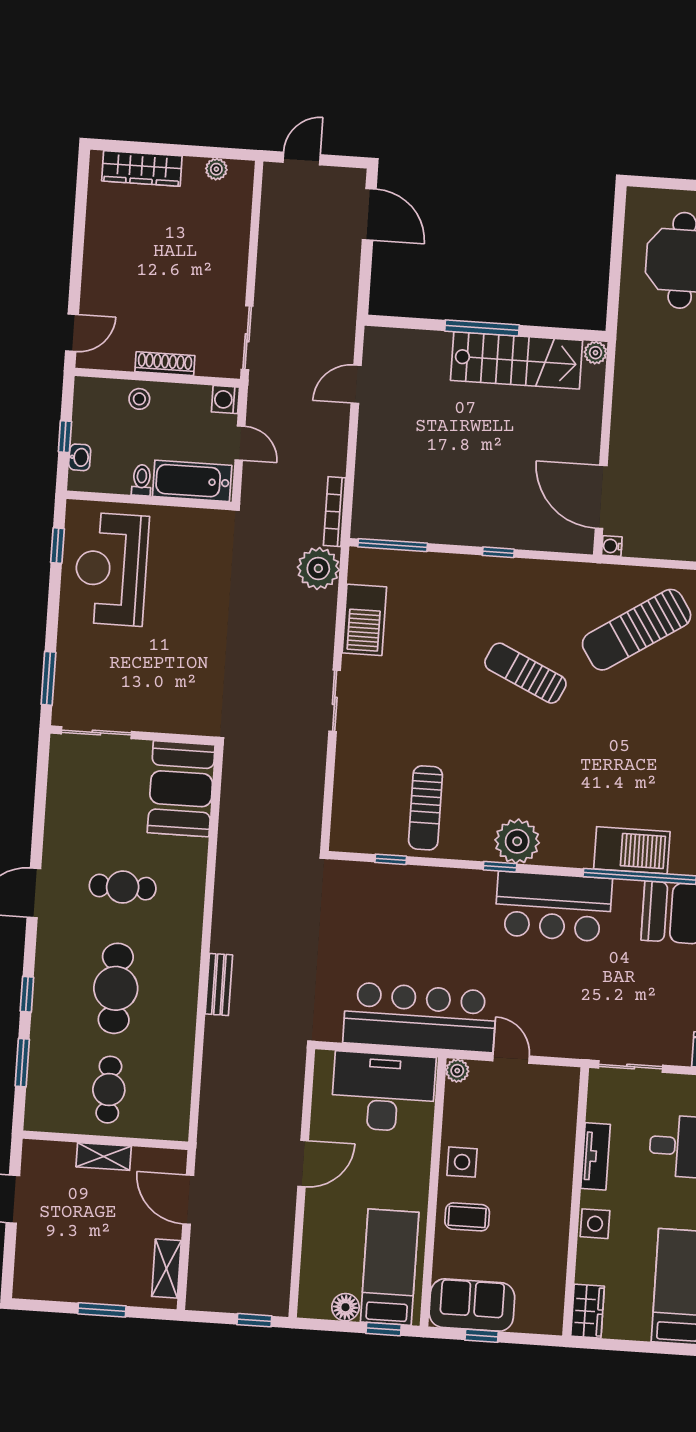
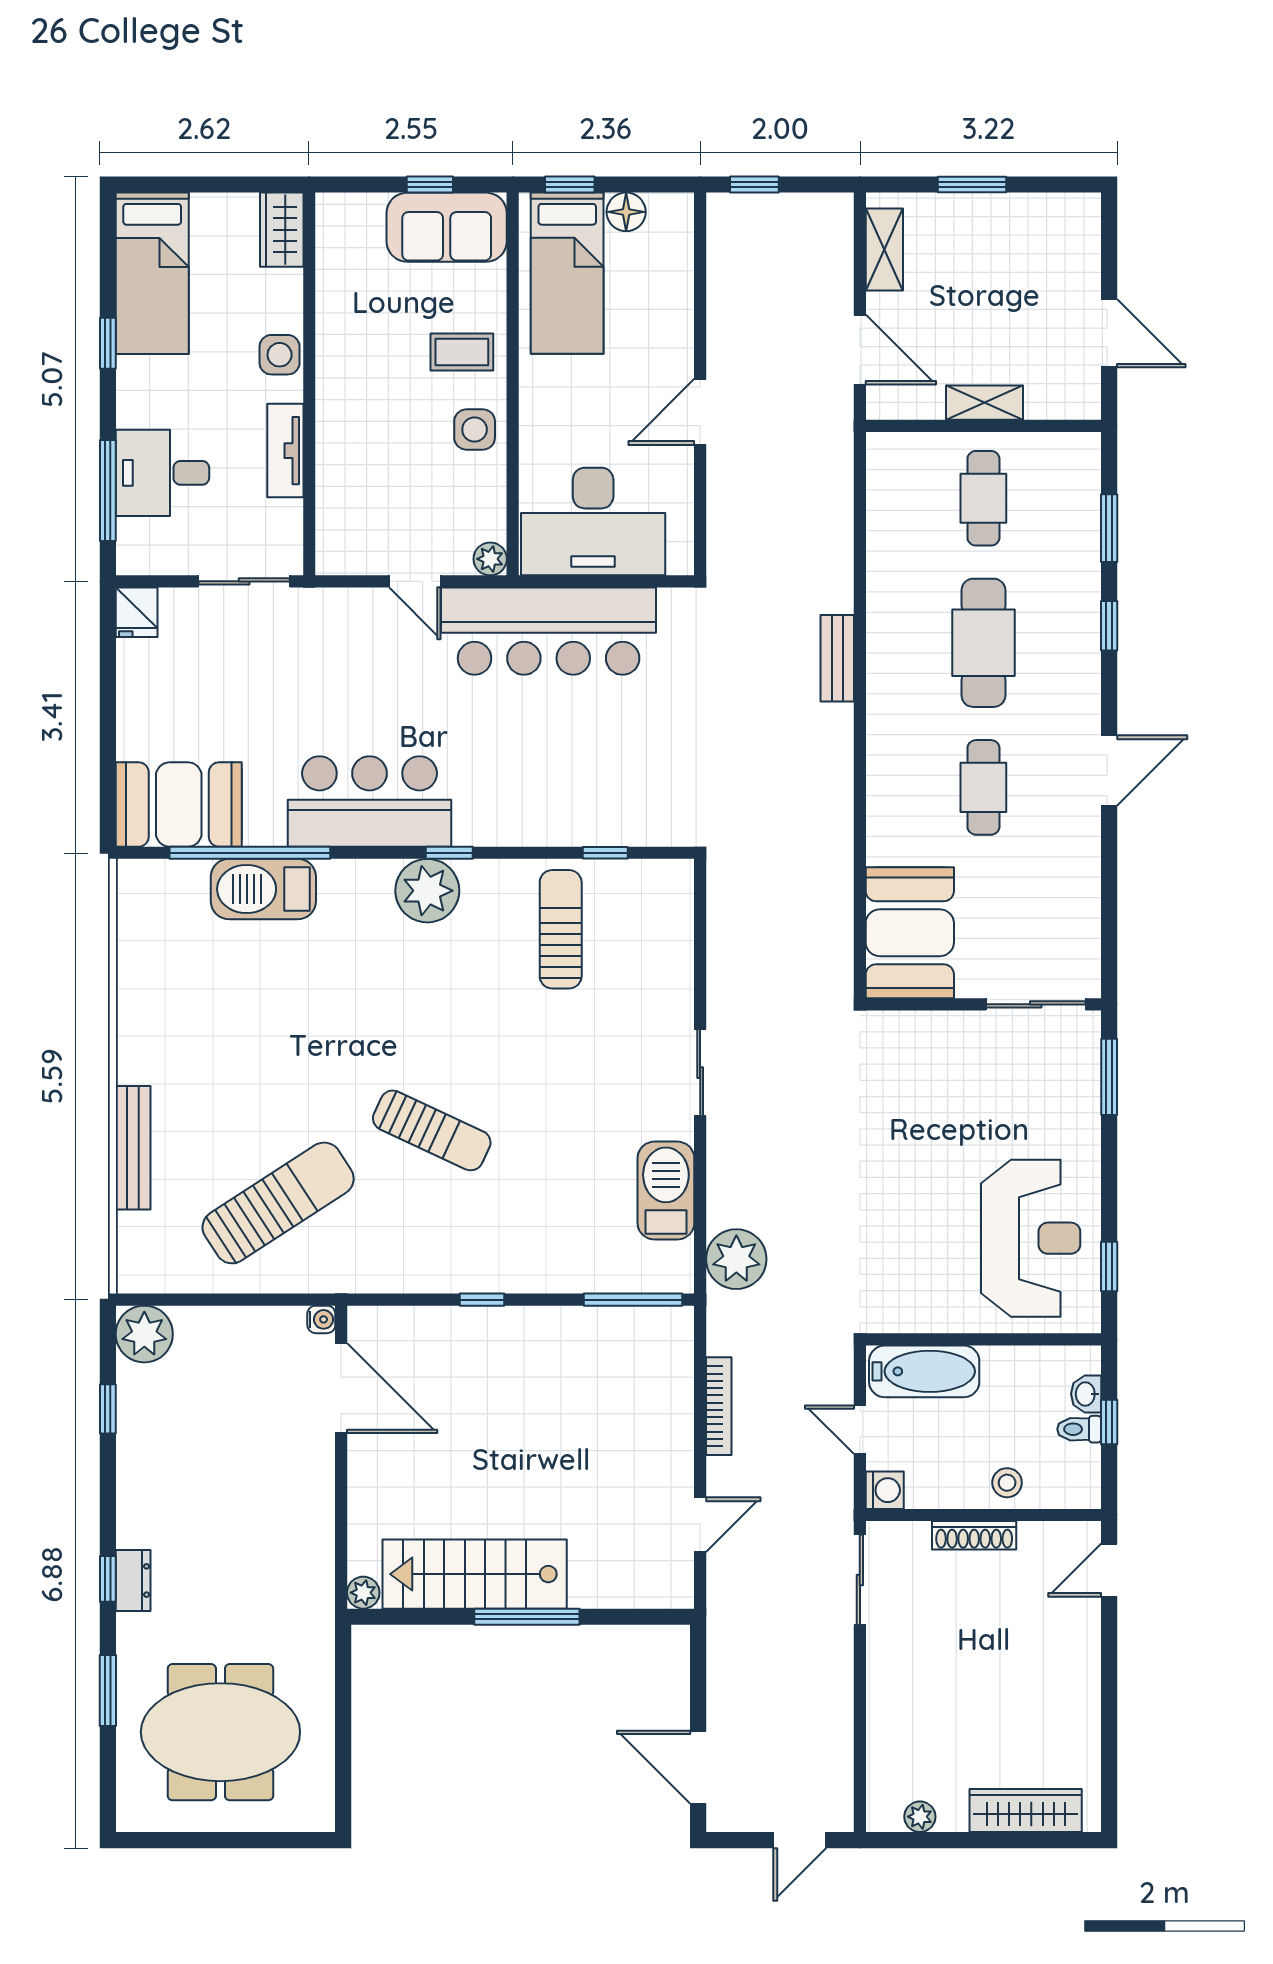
toilet: (142, 480) -> (1079, 1429), moved, turned 90
bookcase: (334, 512) -> (719, 1406), moved
cafe table: (123, 887) -> (983, 787), turned 90

